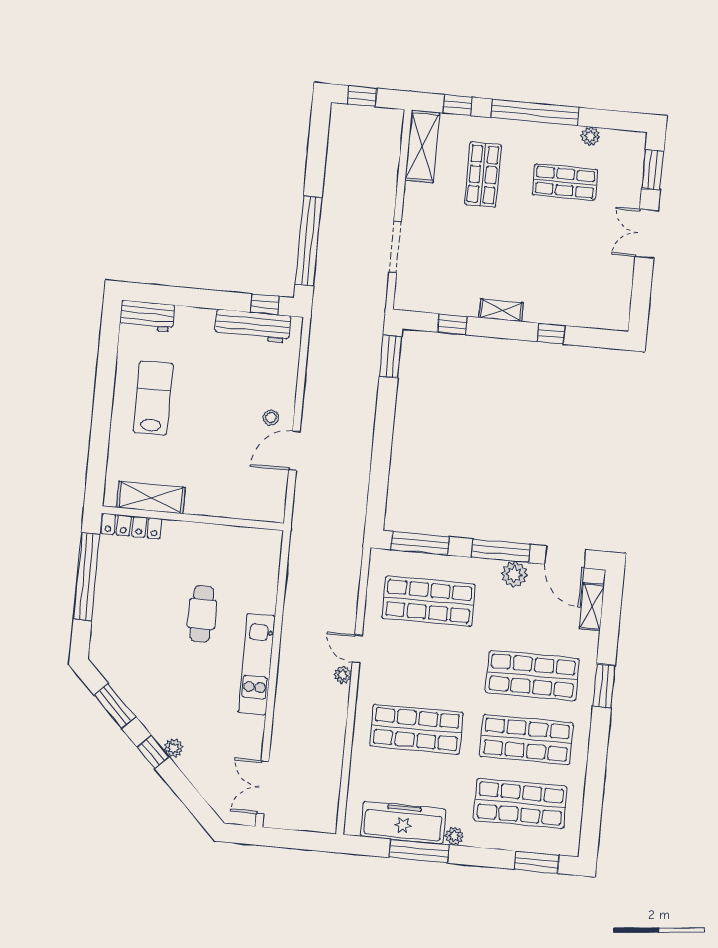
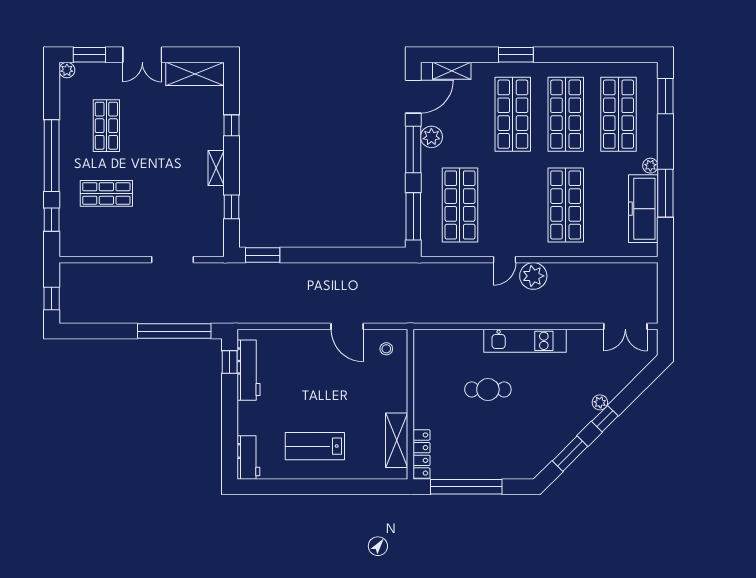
plant: (590, 136) -> (67, 70), moved
shelving: (422, 146) -> (195, 74), moved
stool: (271, 418) -> (386, 349), moved
plant: (343, 675) -> (533, 276), width x1.88, depth x1.88

